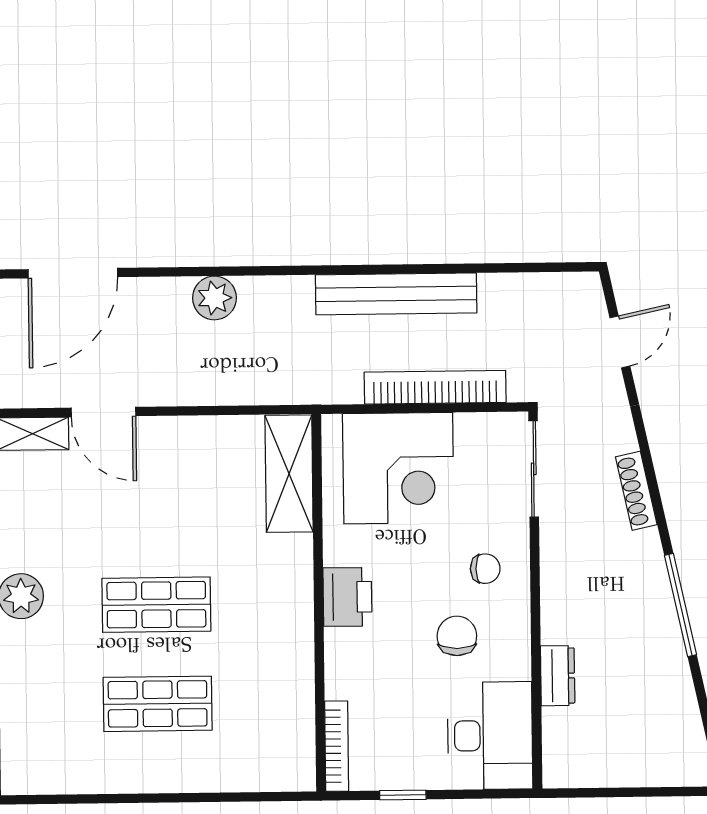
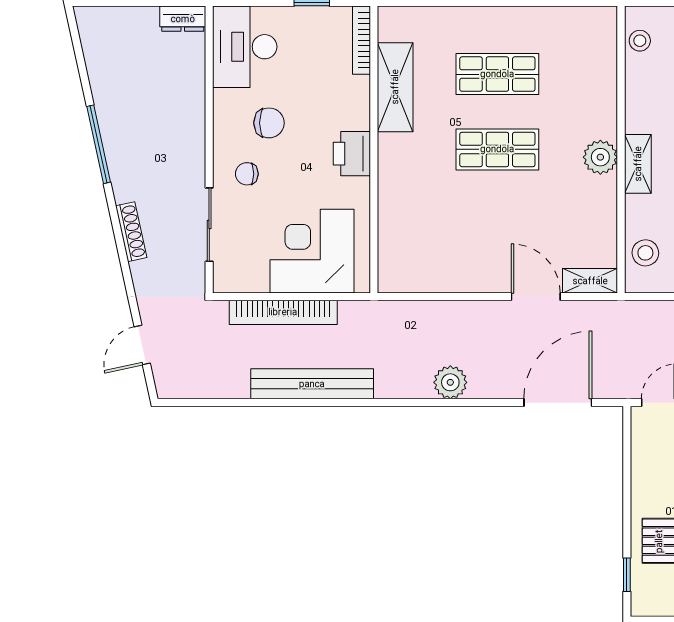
sliding door: (534, 469) -> (209, 225), moved
shelving: (289, 474) -> (395, 87), moved
chair: (457, 636) -> (269, 123), turned -90
dresser: (558, 676) -> (183, 19), moved, turned -90

